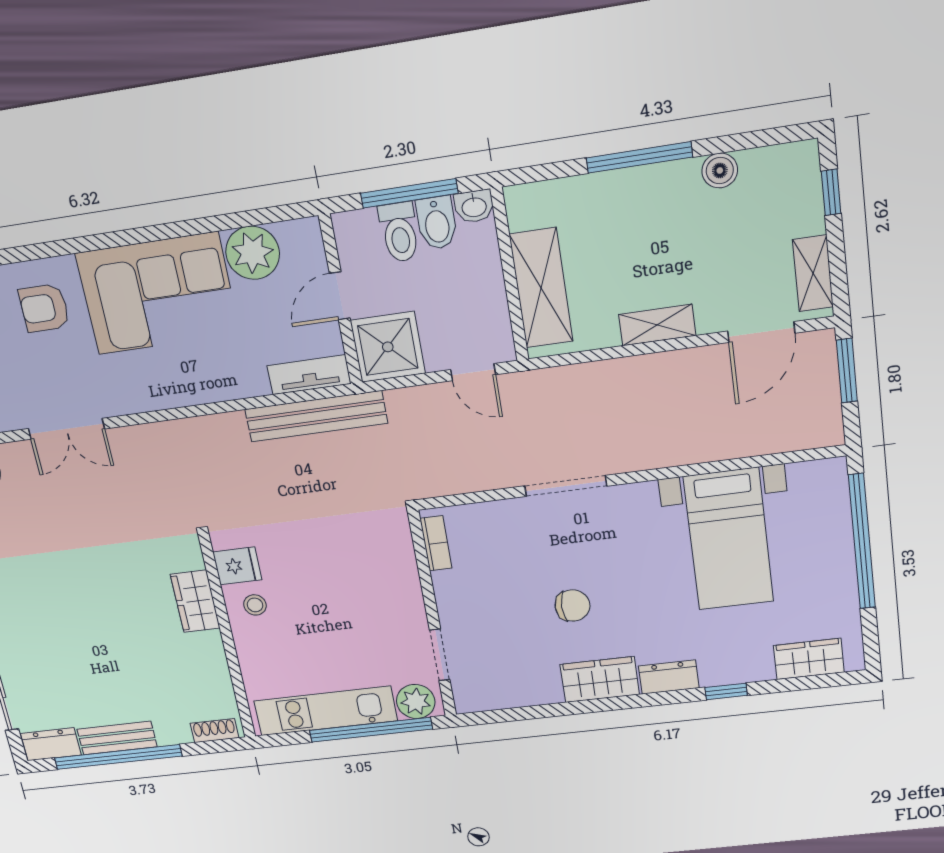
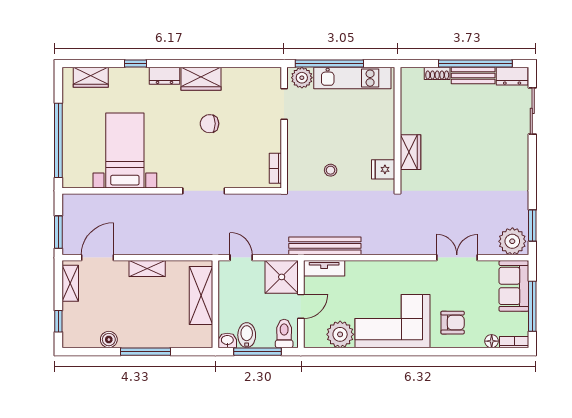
toilet: (399, 232) -> (284, 333), moved
stool: (255, 605) -> (331, 170), moved
shoe rack: (214, 731) -> (437, 73), moved

